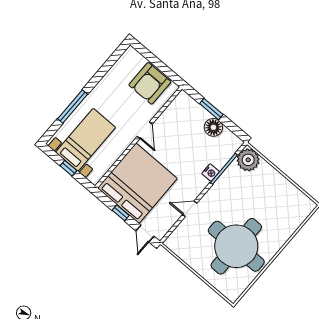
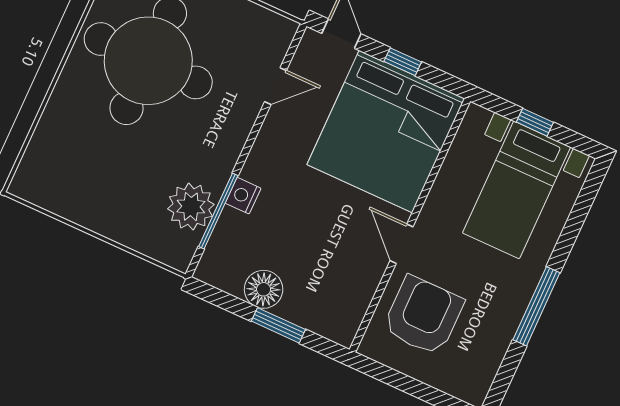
armchair: (150, 83) -> (423, 316), moved
window: (73, 107) -> (536, 306), moved
plant: (248, 160) -> (191, 207), moved
door: (190, 209) -> (275, 86), moved

